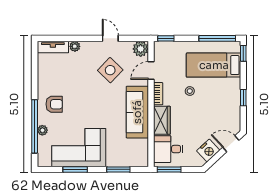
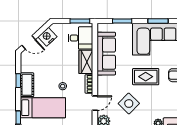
cot: (233, 93) -> (27, 85), added
rug: (90, 103) -> (146, 77), added
sofa: (137, 112) -> (106, 54), moved

